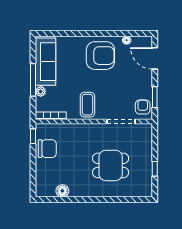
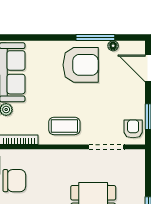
window: (112, 34) -> (95, 38), added
coffee table: (87, 105) -> (64, 126), turned 90

